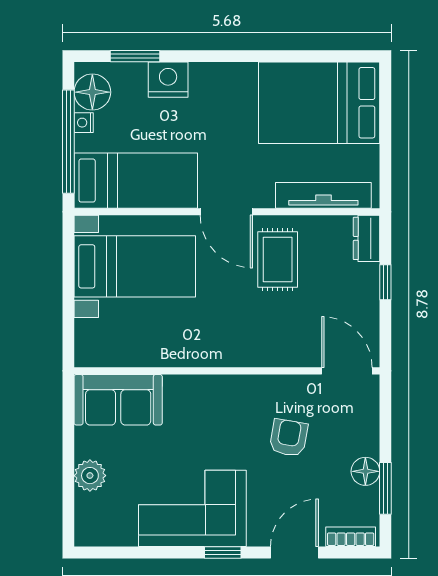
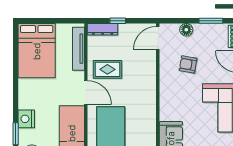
door: (226, 212) -> (86, 93), hinge flipped
dresser: (367, 238) -> (103, 29), width x1.44
floor lamp: (365, 471) -> (186, 30), moved

